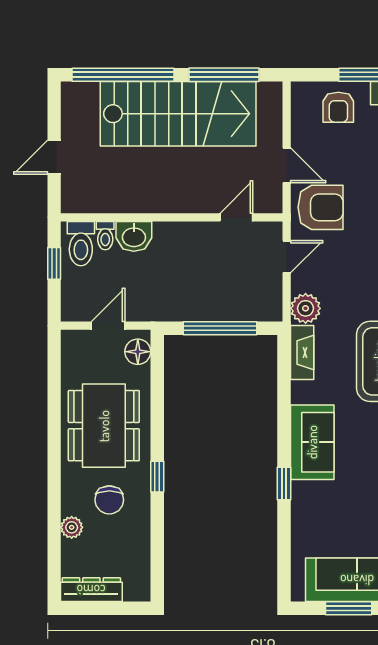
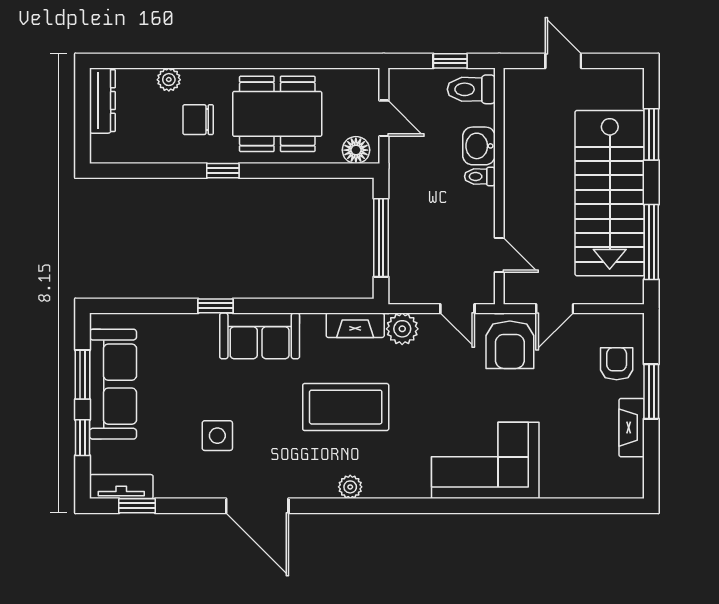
window: (123, 75) -> (651, 134), width x0.47
armchair: (338, 107) -> (617, 364), turned 90
toilet: (105, 236) -> (480, 176), moved

